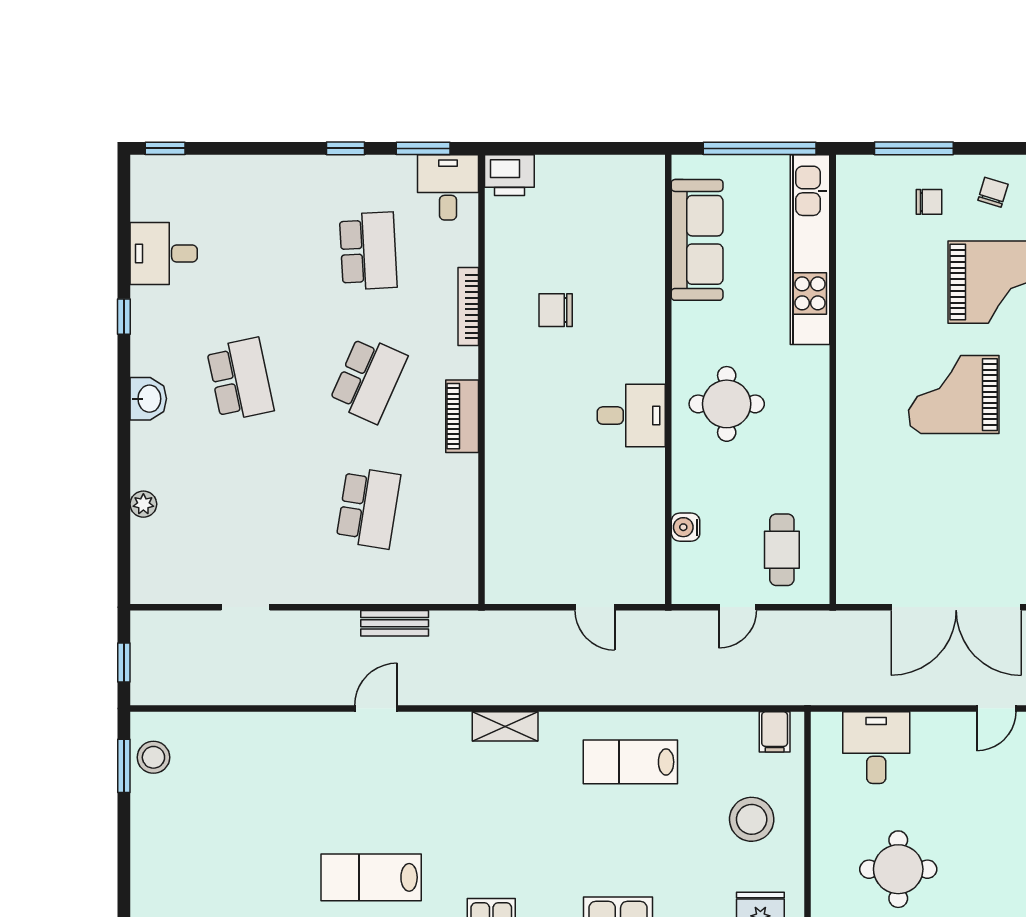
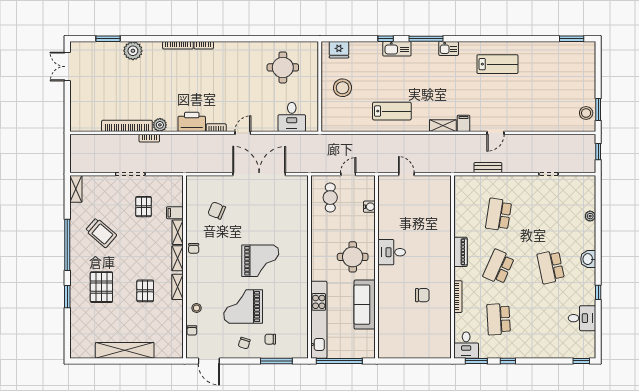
printer: (509, 175) -> (441, 350), removed
sofa: (697, 240) -> (365, 305), moved
filing cabinet: (775, 732) -> (463, 123), moved

